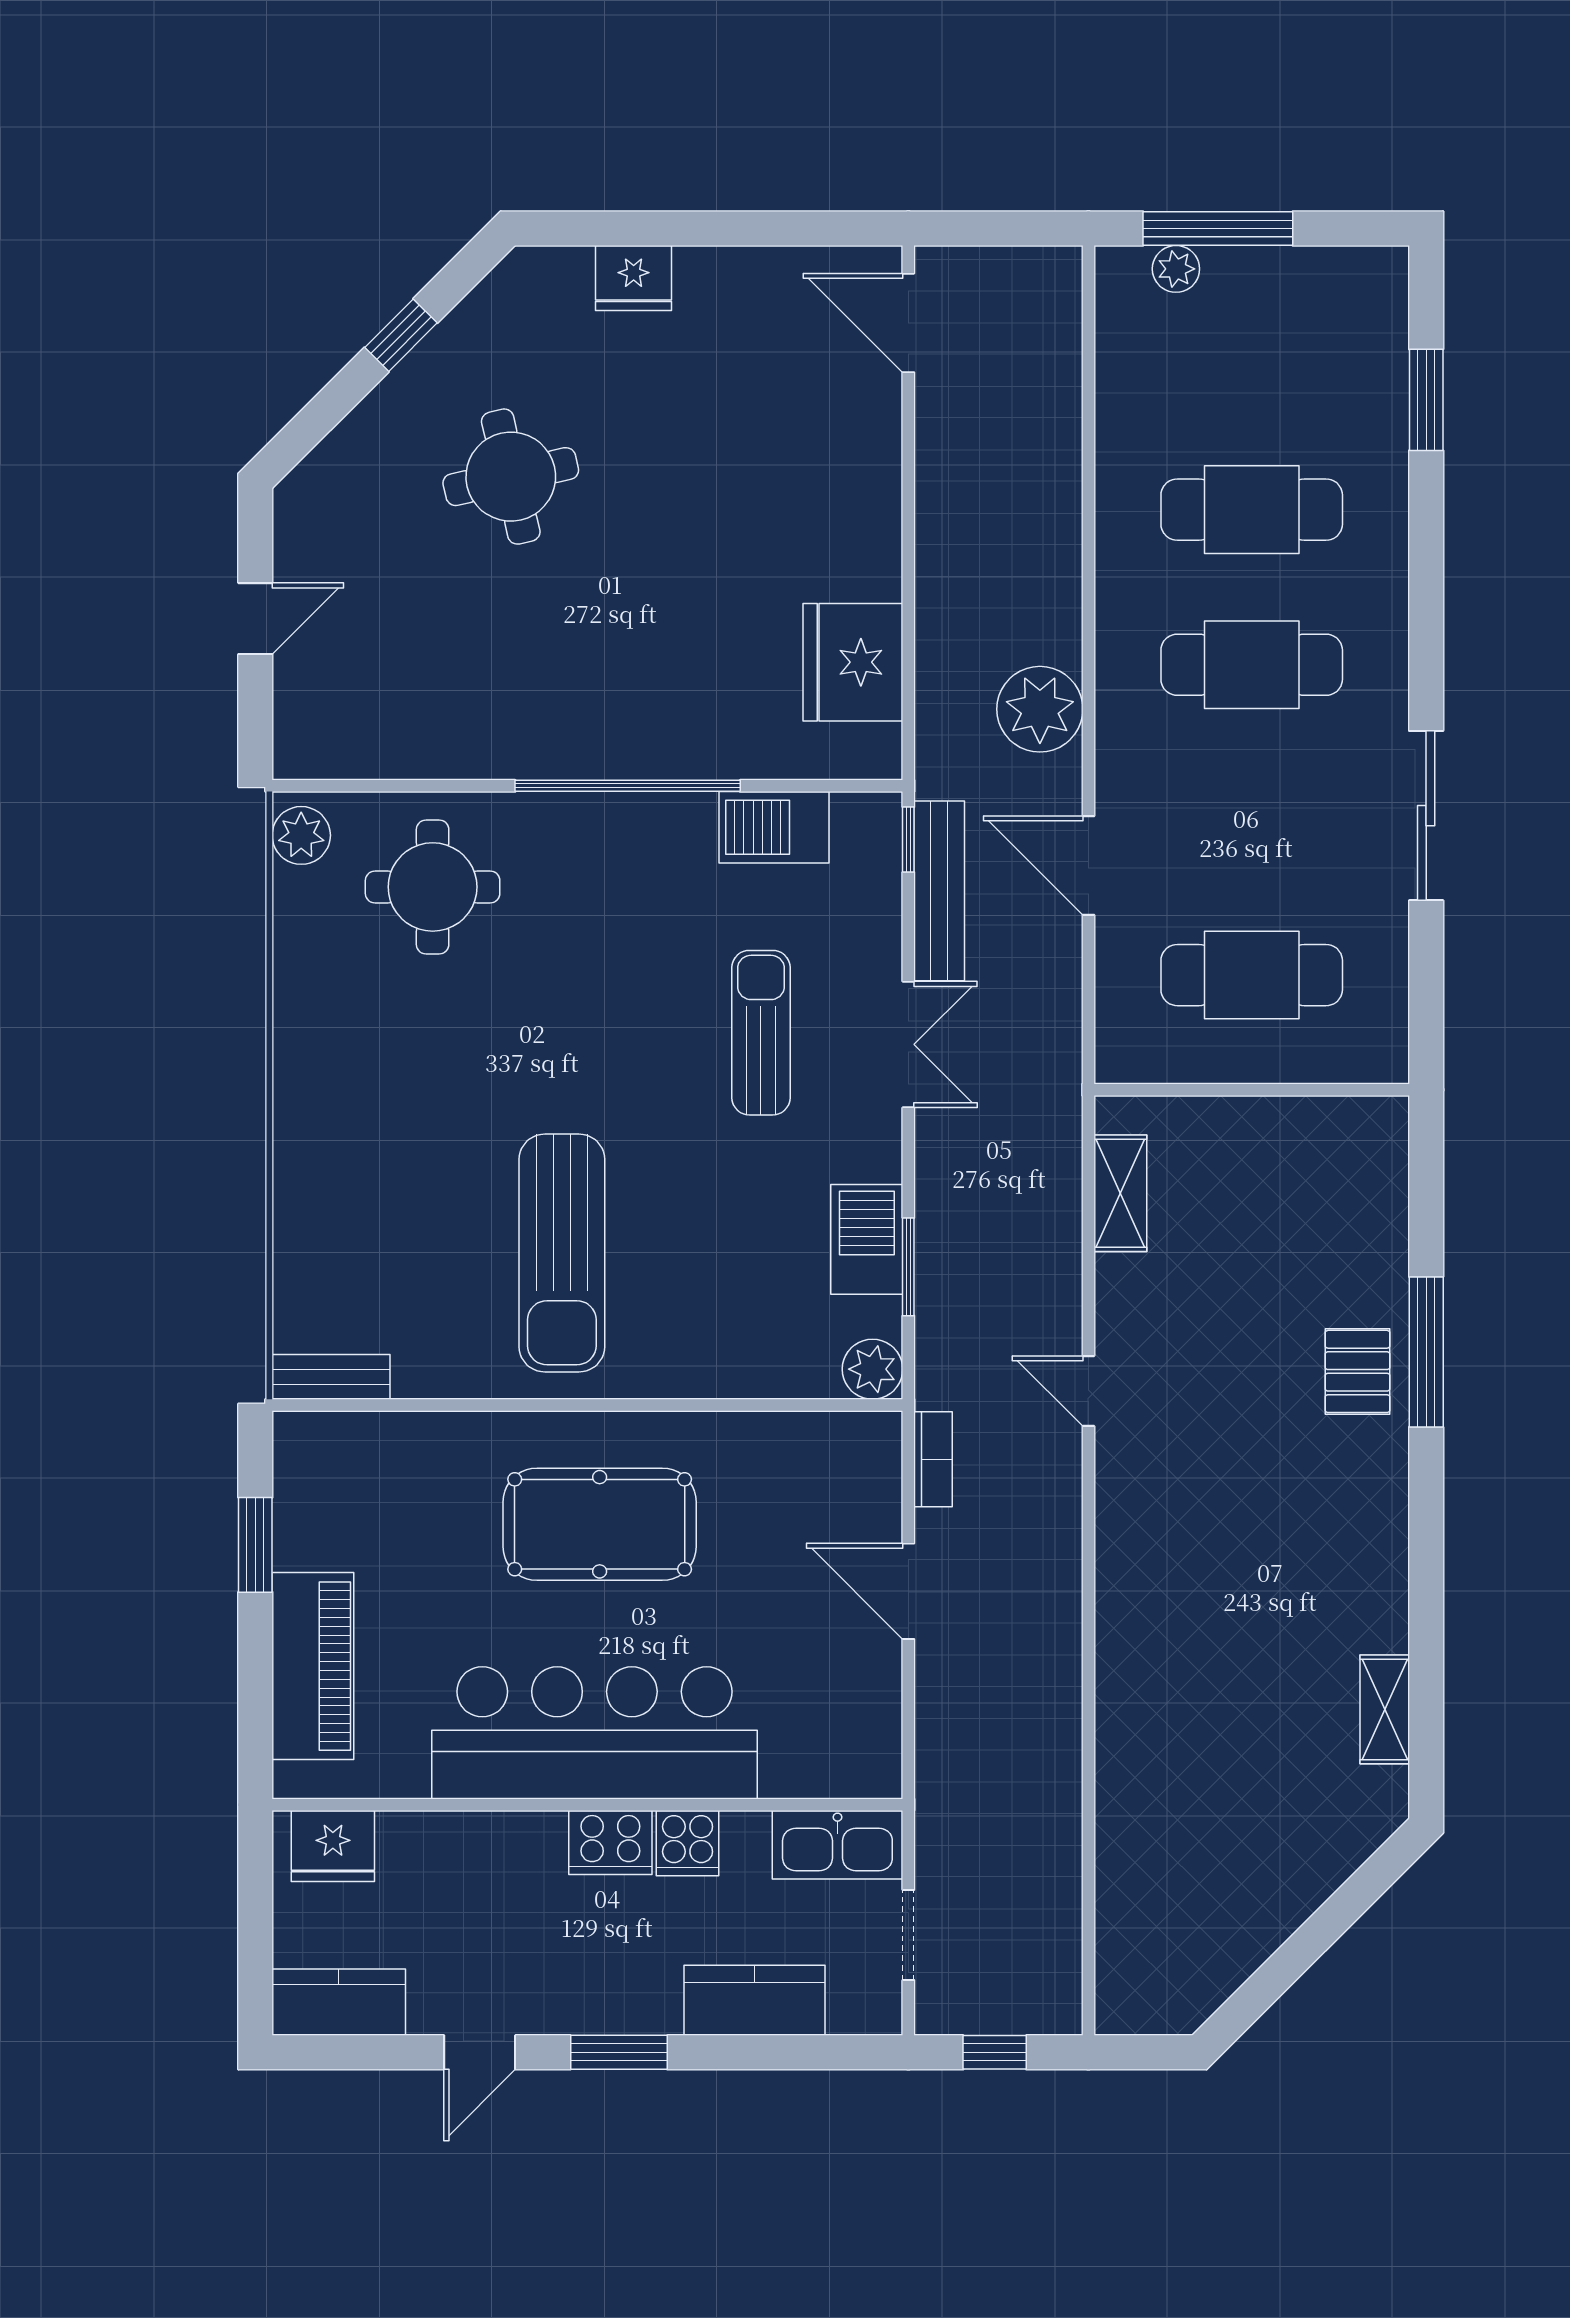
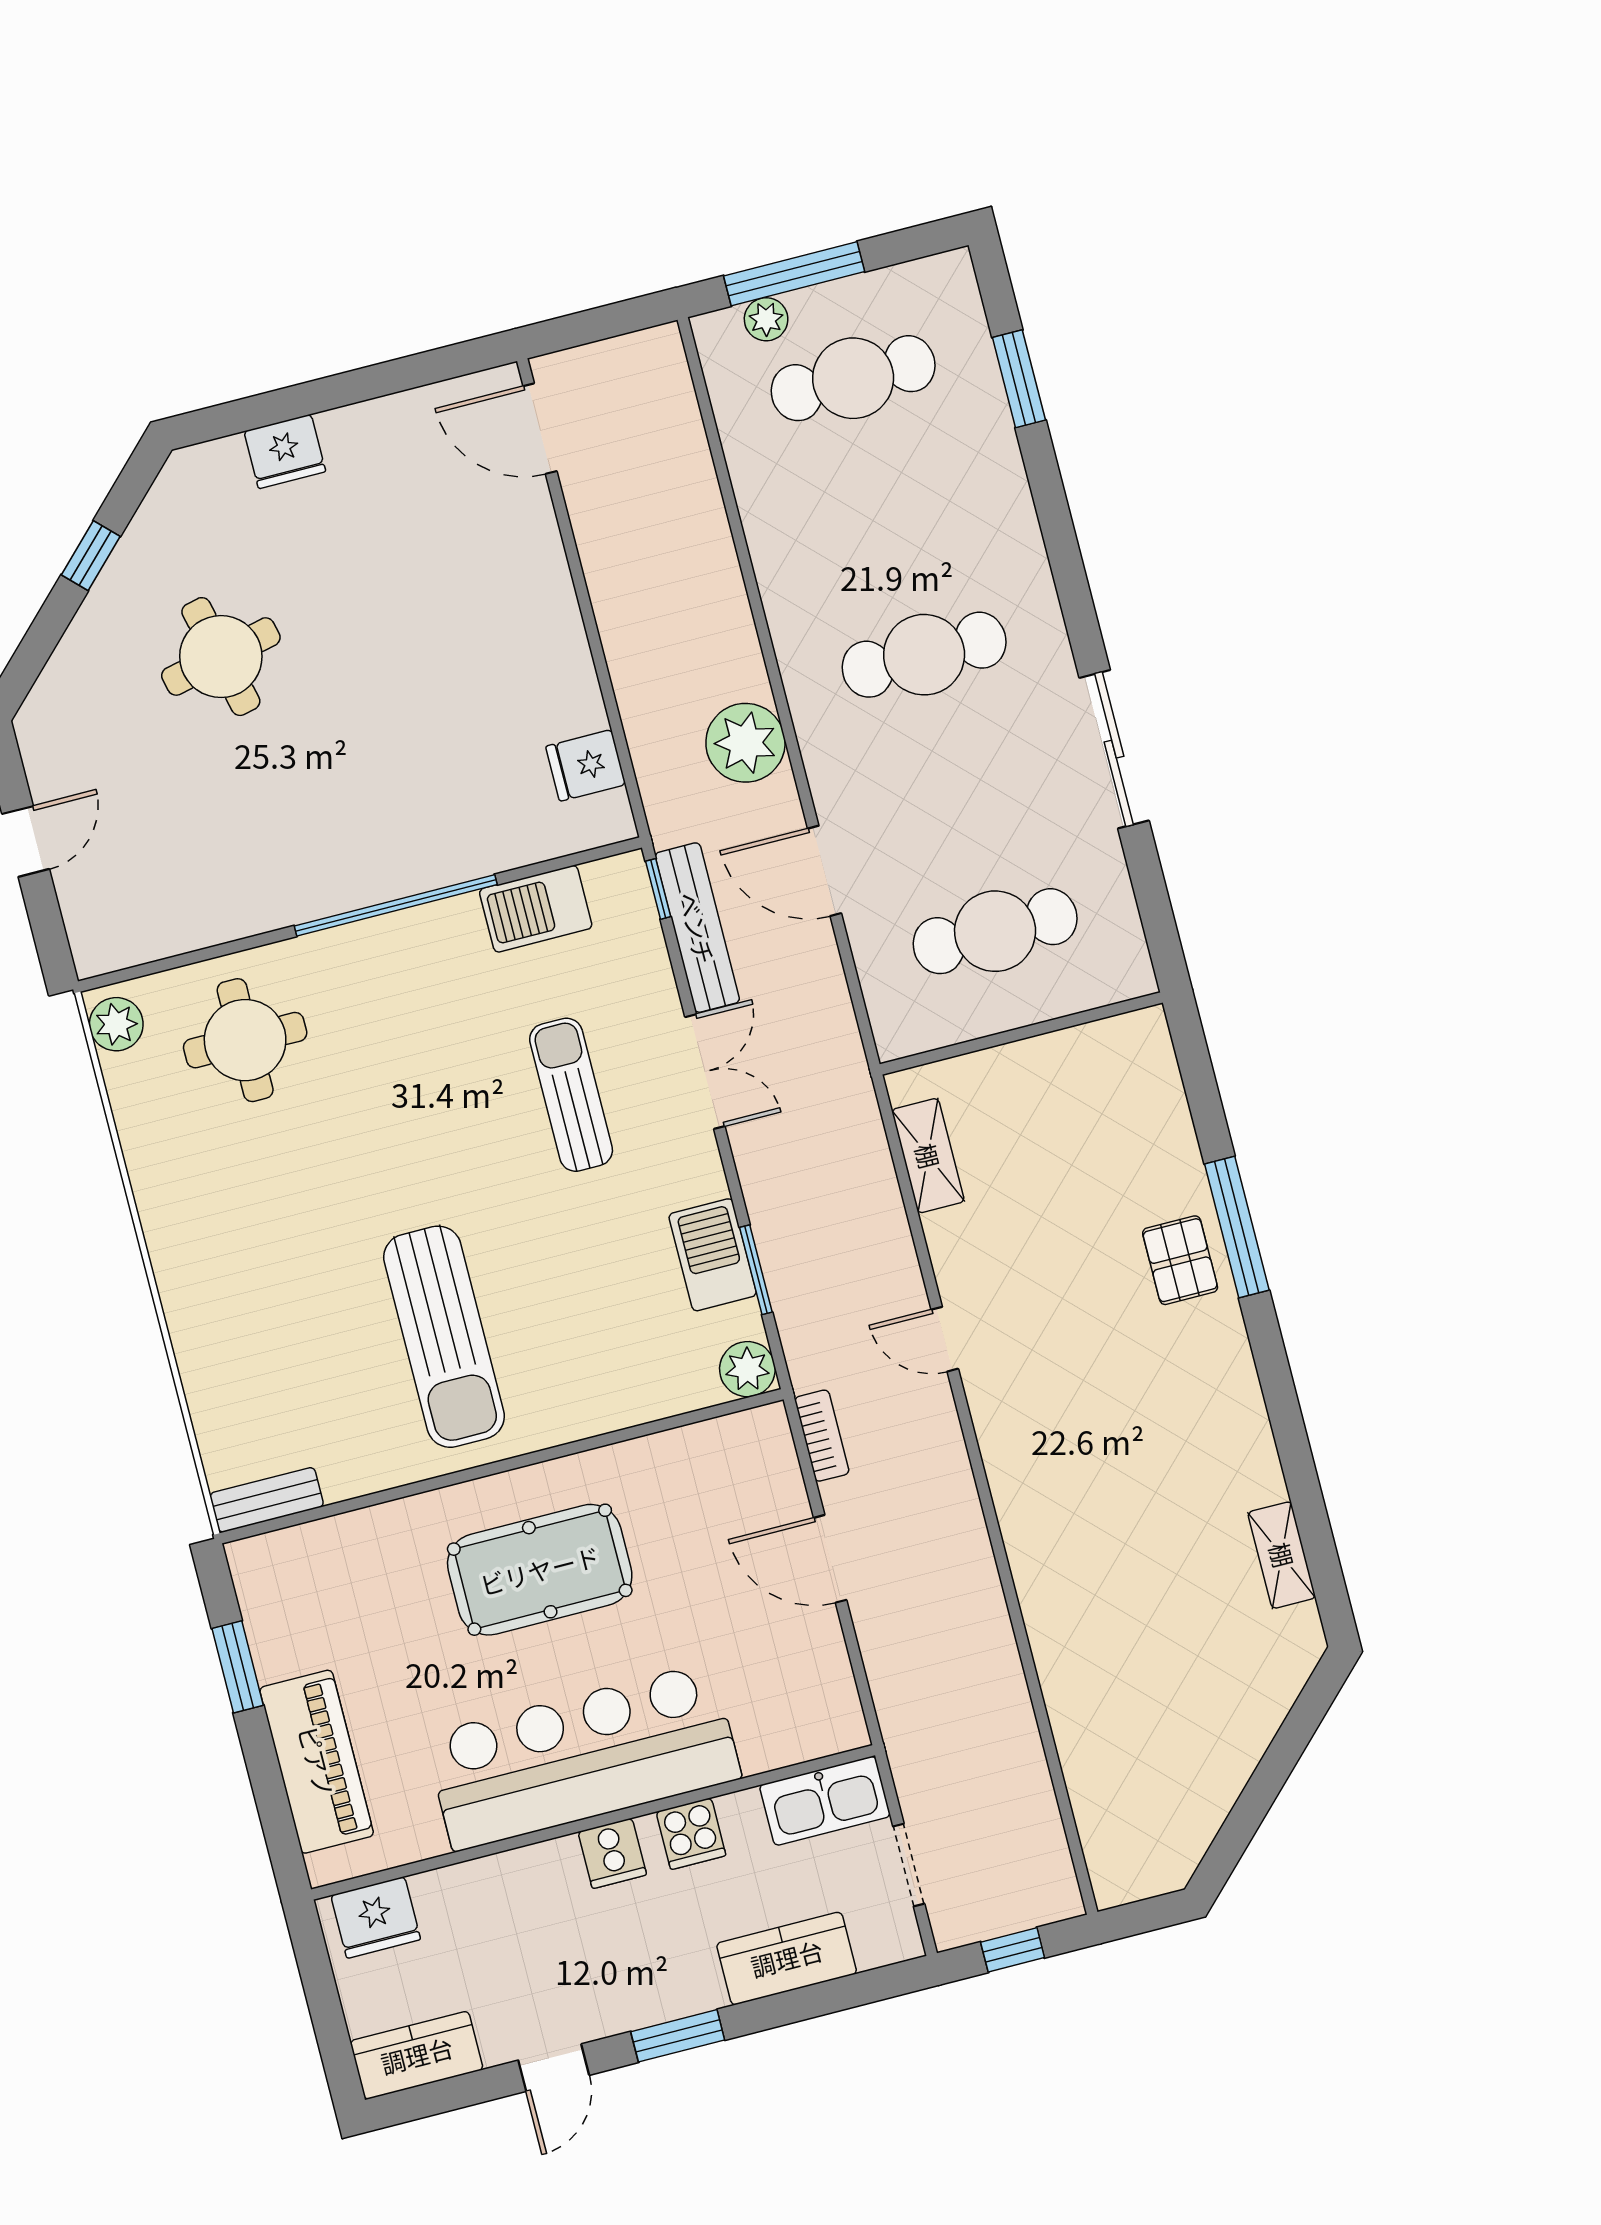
cafe table: (1252, 510) -> (853, 378), moved
fridge: (853, 662) -> (586, 765), width x0.53, depth x0.75
cooker: (610, 1842) -> (612, 1853), width x0.73

